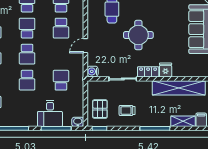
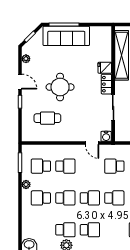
school desk: (27, 28) -> (65, 198), turned 180
round table: (138, 35) -> (60, 87), moved
door: (85, 46) -> (92, 143), moved

